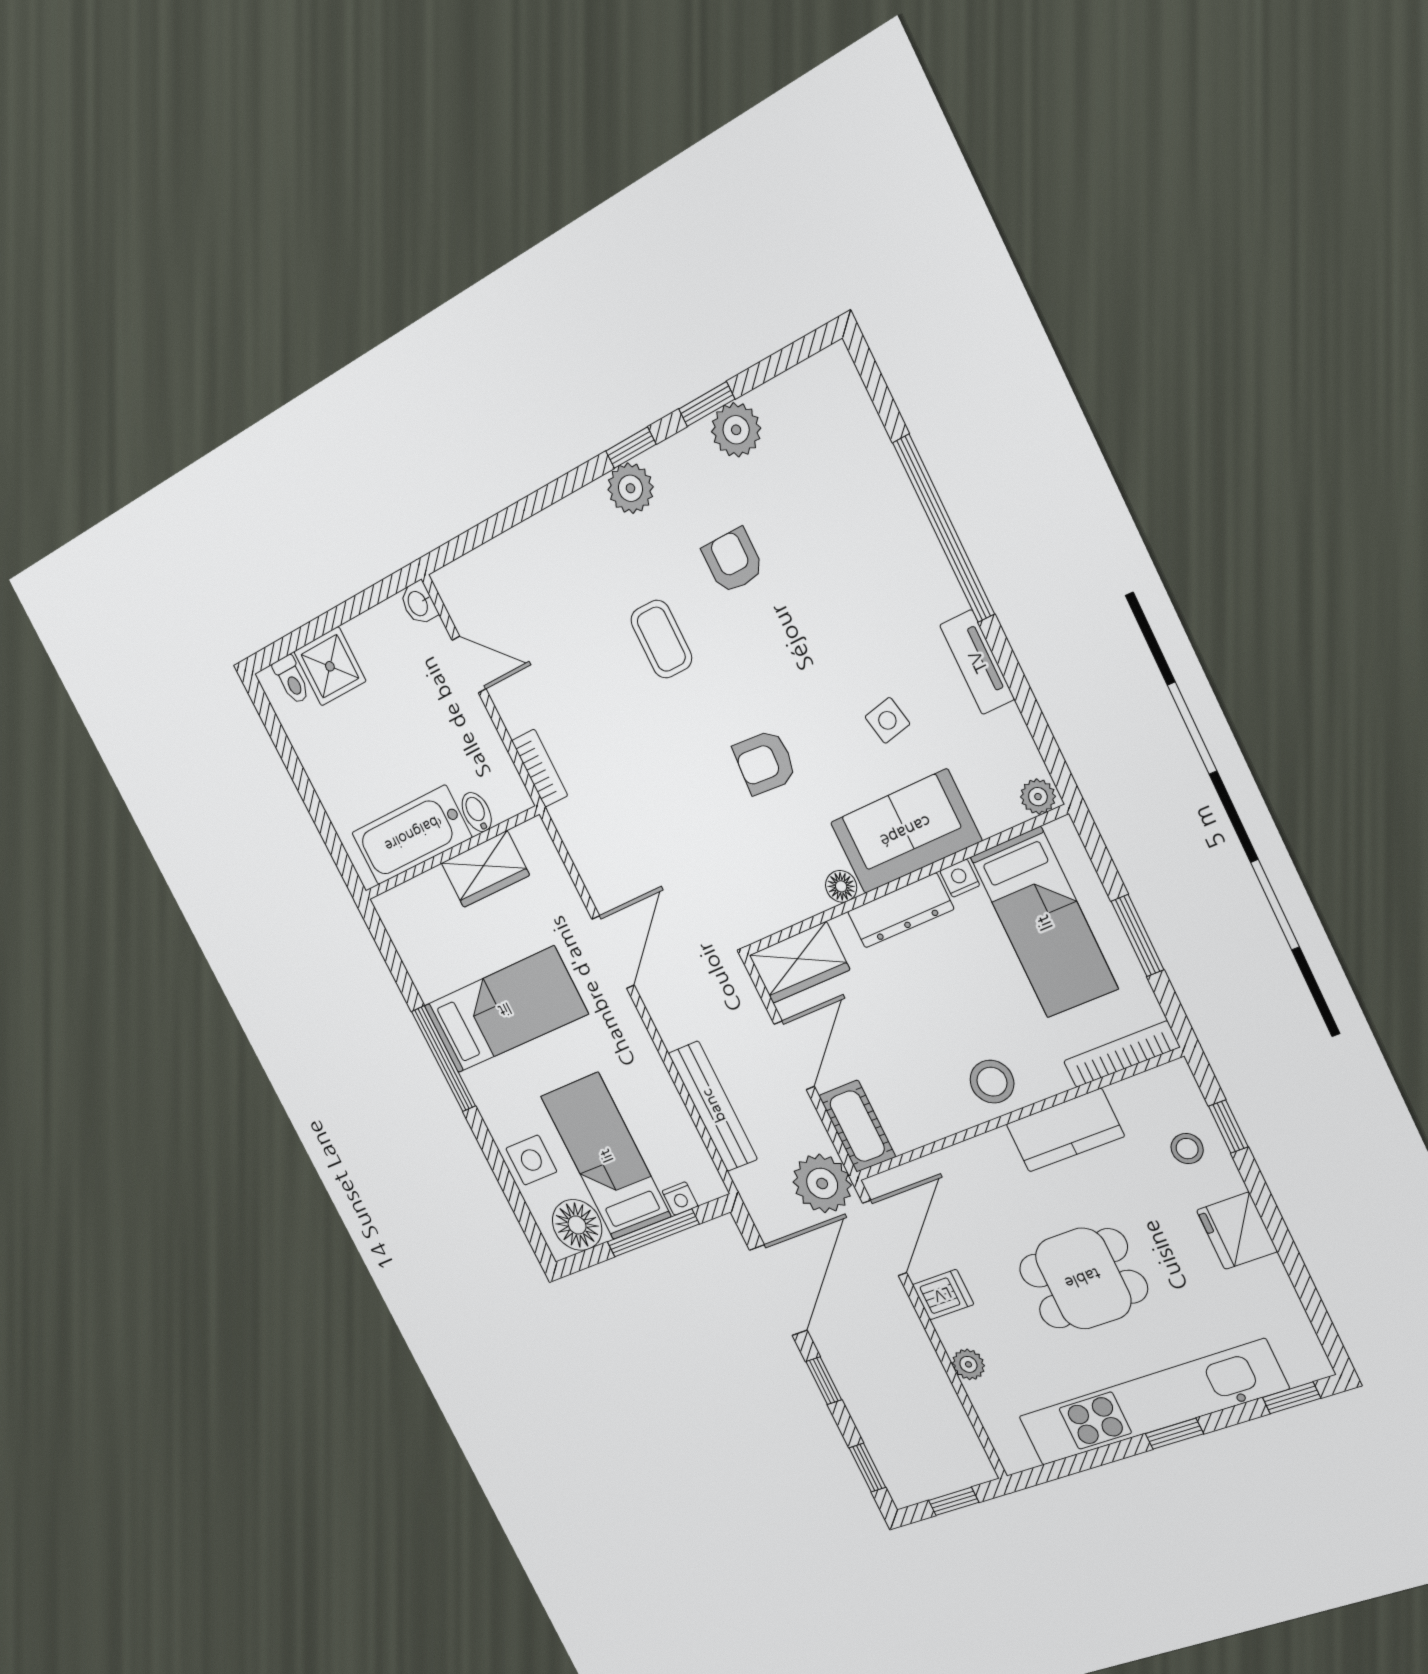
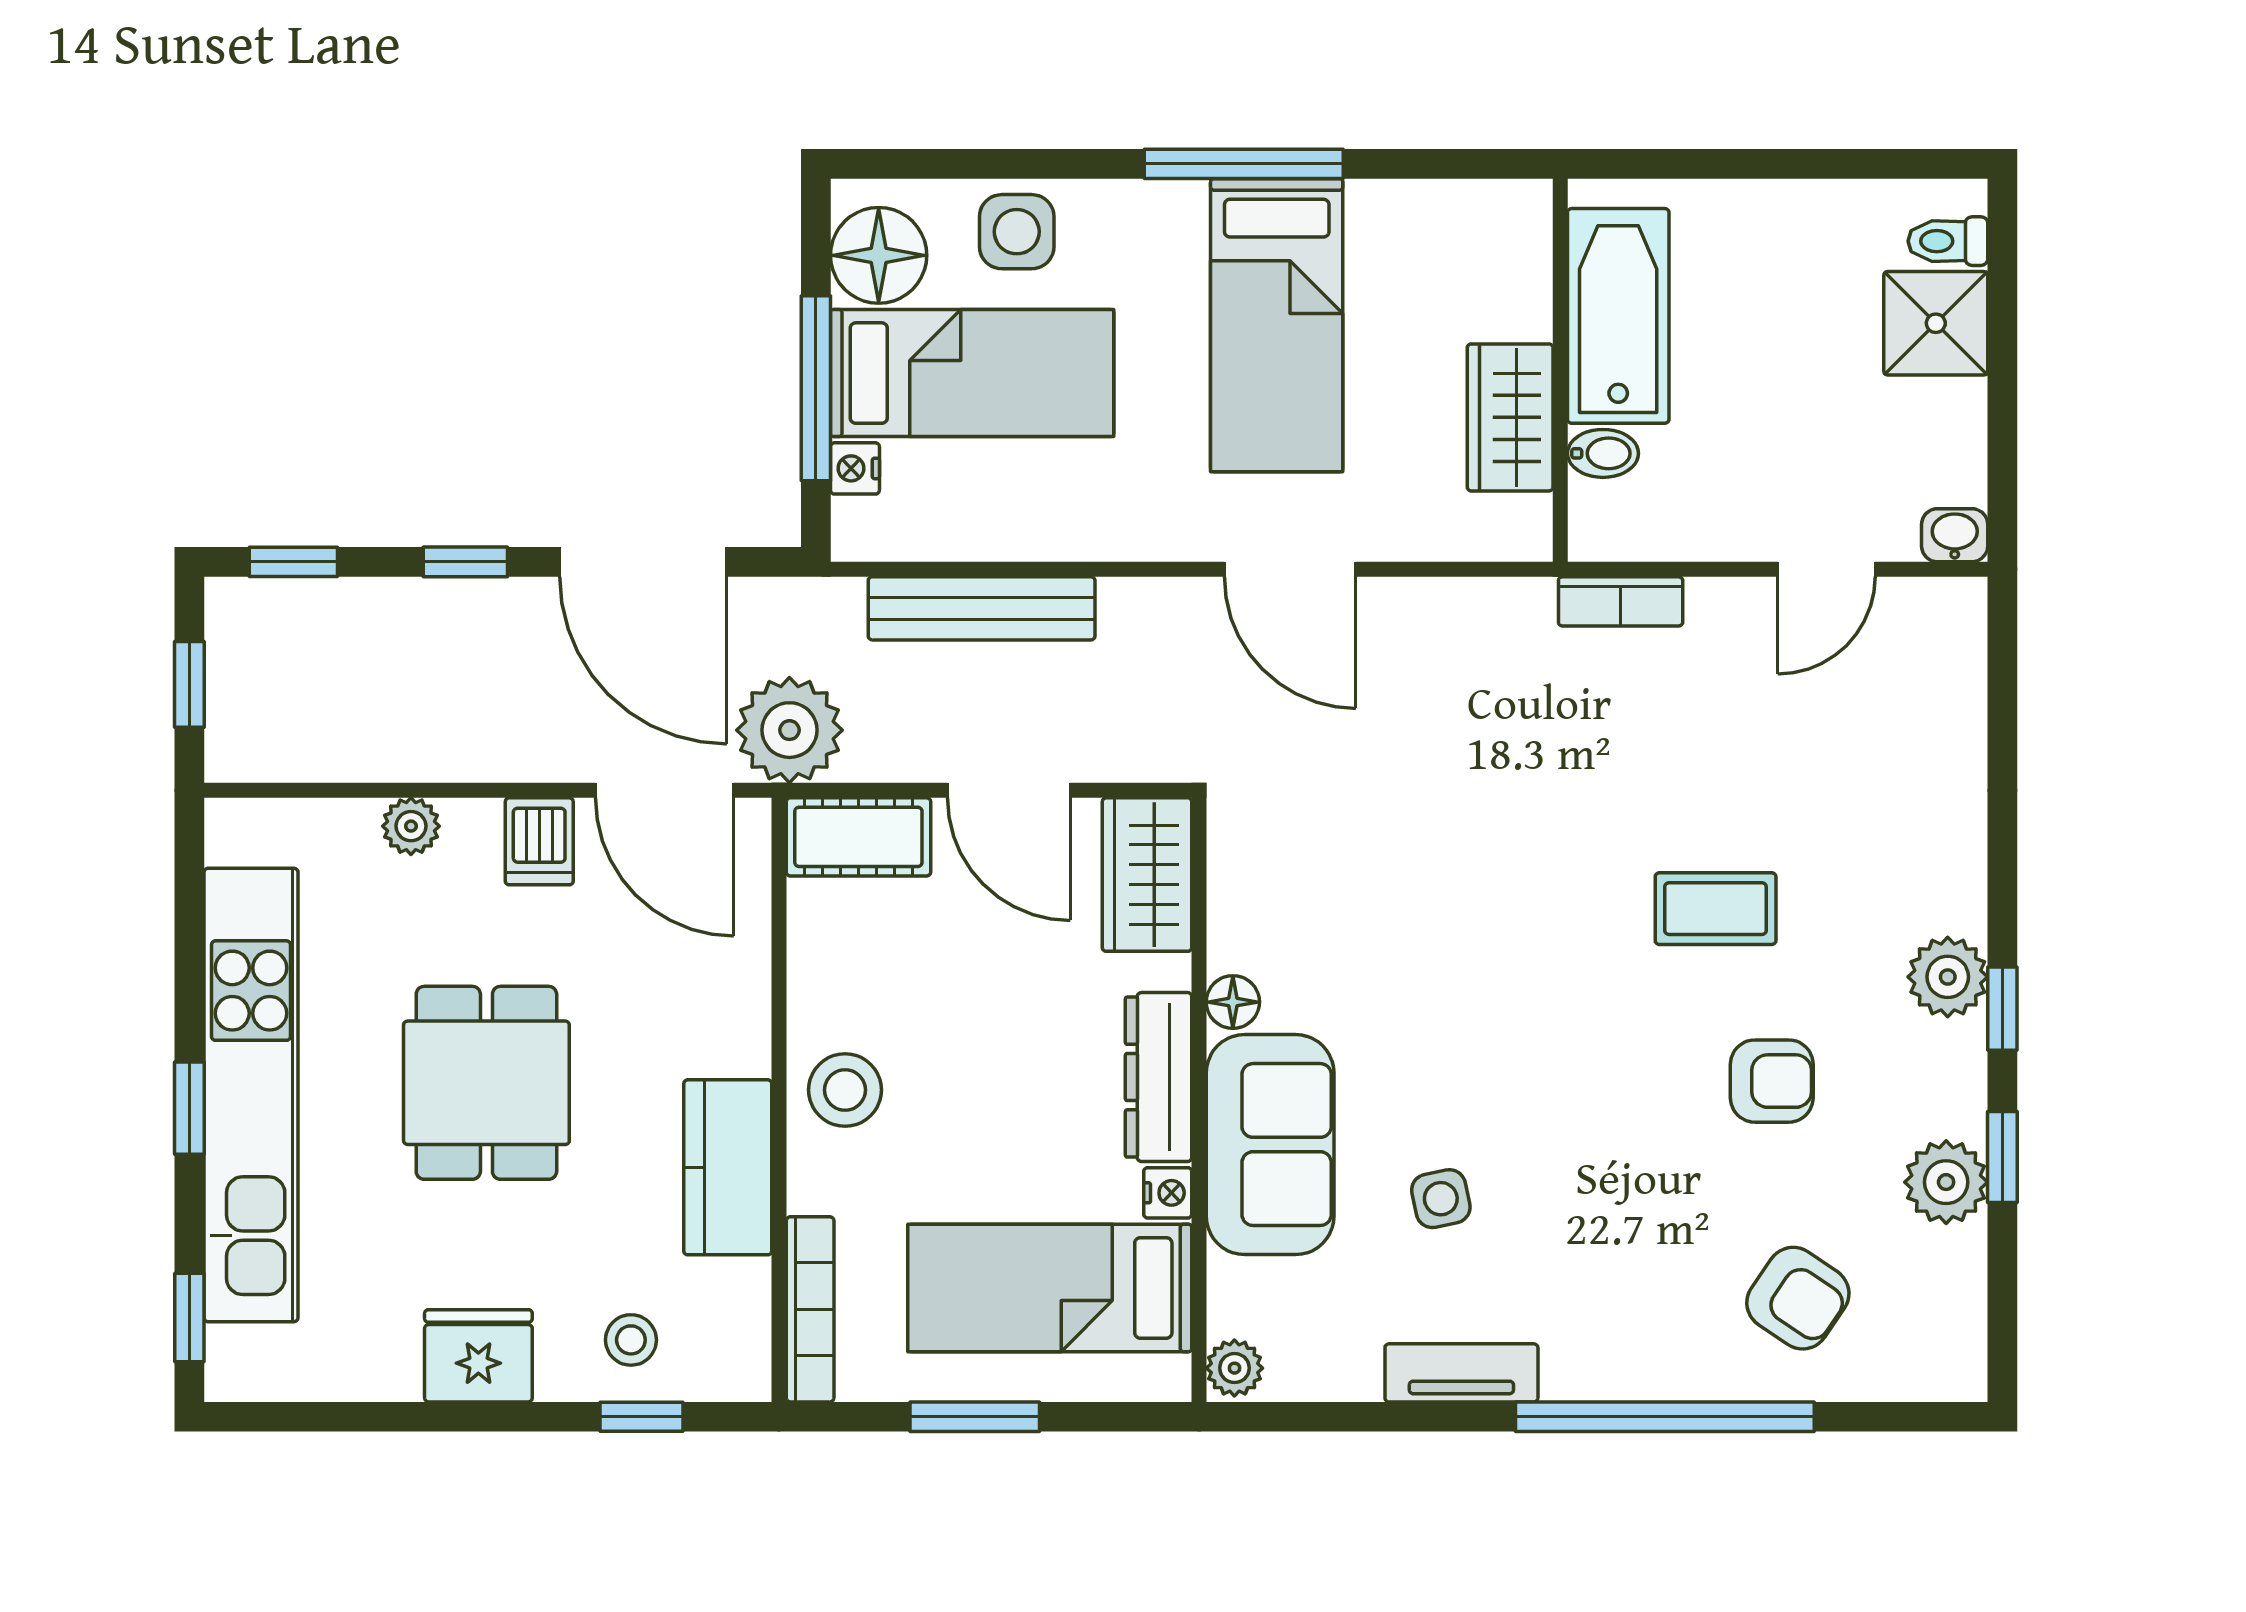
armchair: (765, 762) -> (1798, 1298), moved, turned 120

